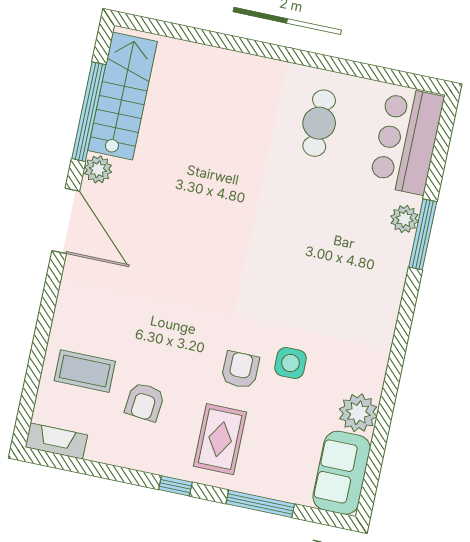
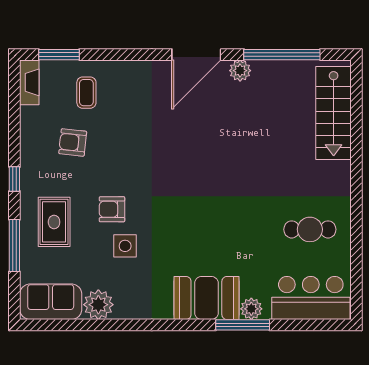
stairs: (122, 96) -> (334, 113), moved, turned 90
booth: (379, 273) -> (206, 298), added
armchair: (240, 370) -> (112, 209), turned 180
coffee table: (85, 371) -> (86, 93), width x0.73, depth x0.77
window: (29, 396) -> (59, 55), added
rug: (220, 439) -> (54, 222), moved, turned 90

